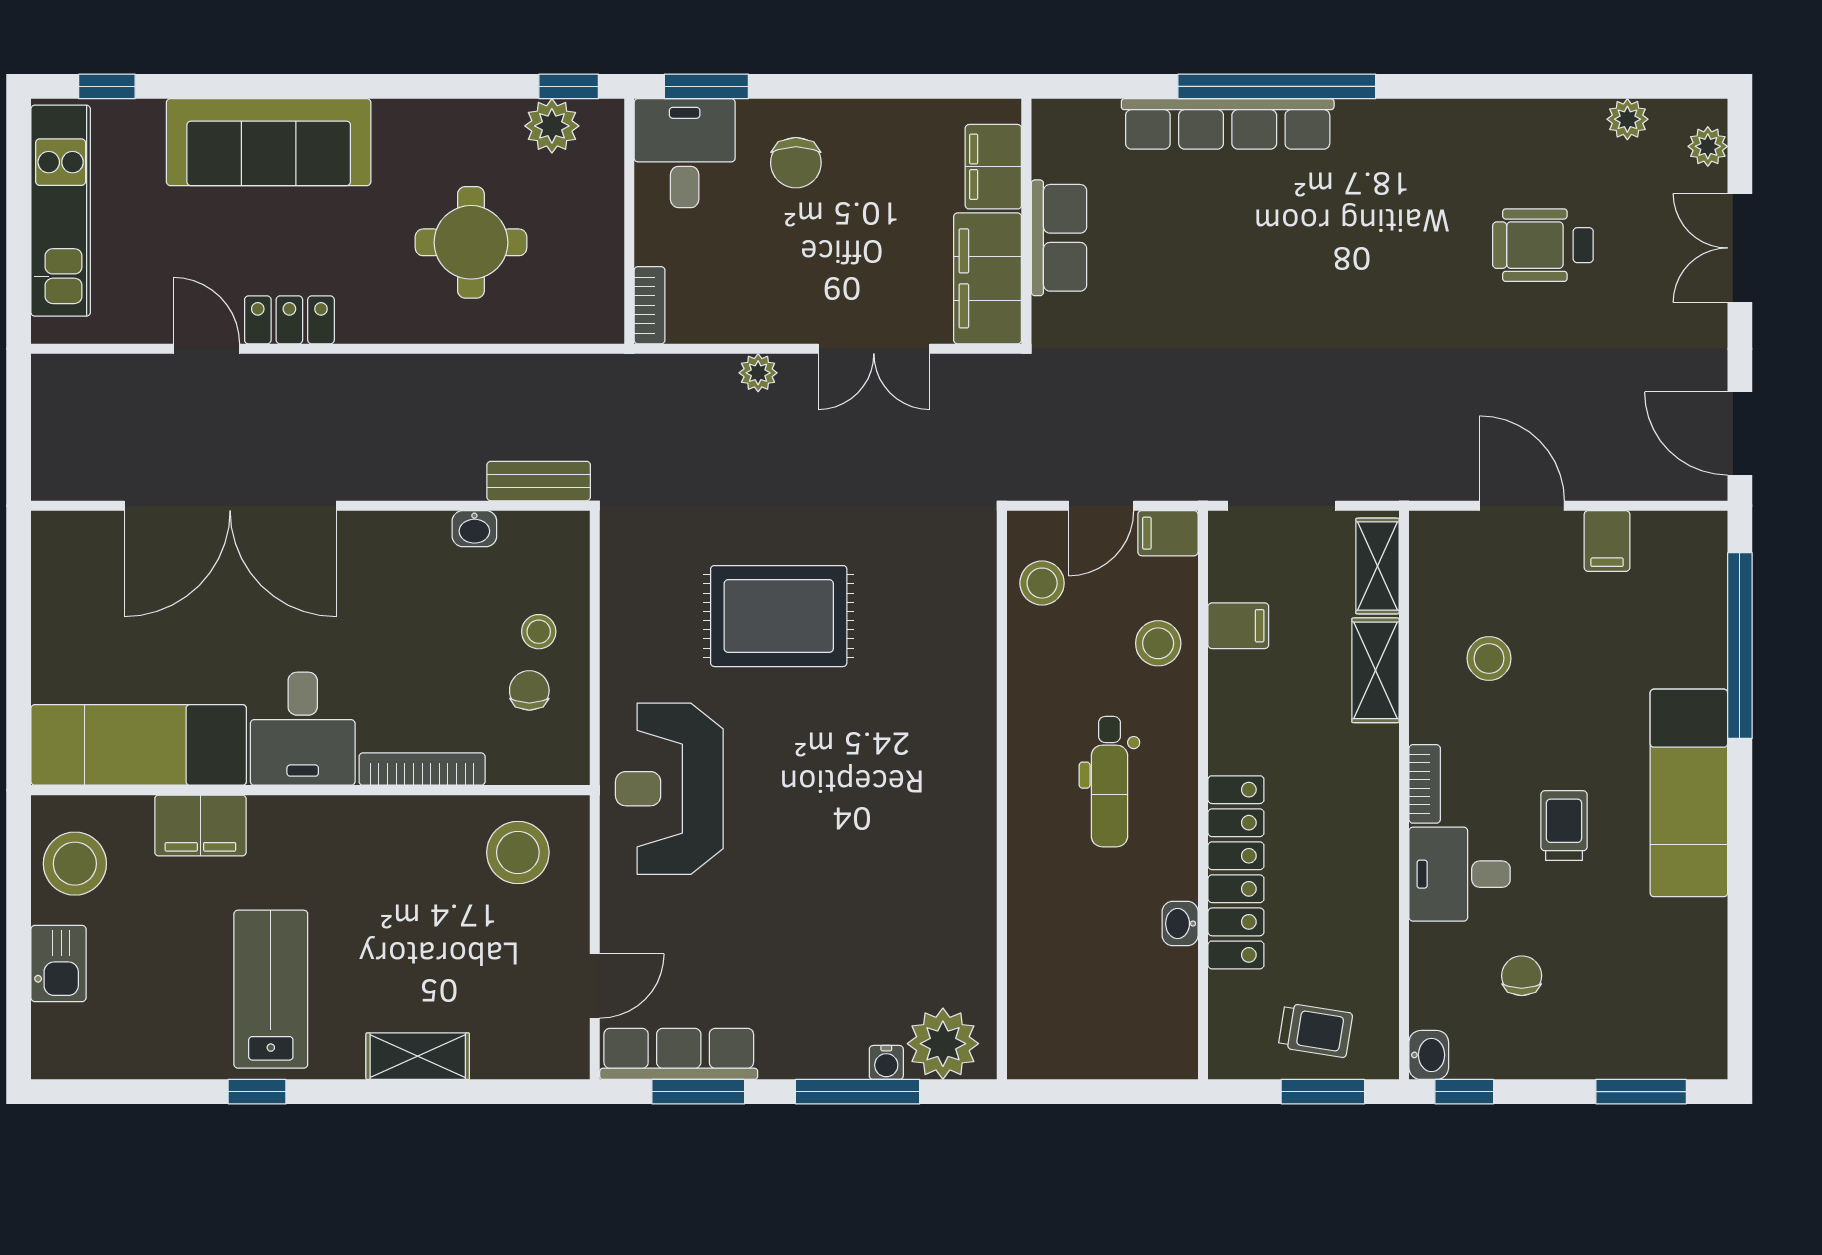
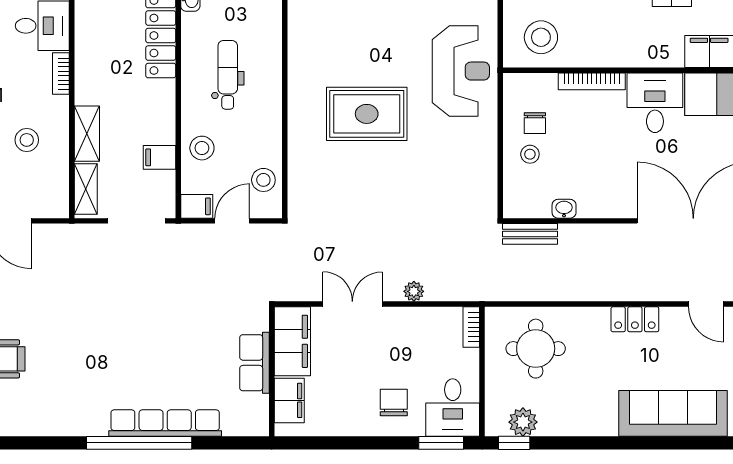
round table: (471, 242) -> (536, 349), moved
locker: (289, 320) -> (635, 319), moved
rug: (779, 616) -> (367, 114), moved

